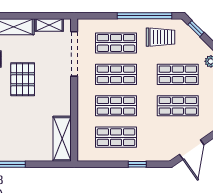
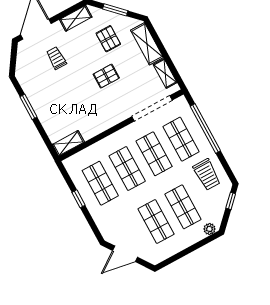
window: (144, 16) -> (205, 129), moved
pallet: (23, 79) -> (106, 76), width x0.67, depth x0.71
shelving: (62, 139) -> (68, 143), width x0.67, depth x0.75
window: (137, 164) -> (79, 199), moved

